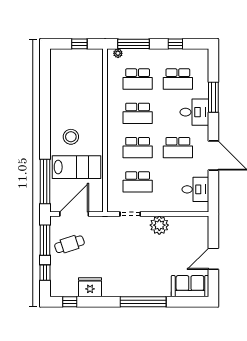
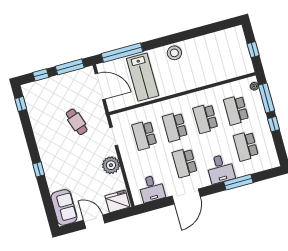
window: (175, 44) -> (274, 124), moved
stool: (71, 137) -> (174, 53), moved
cafe table: (69, 244) -> (77, 122), moved
fridge: (90, 287) -> (117, 201), moved, turned -90
window: (143, 302) -> (39, 169), width x0.32

